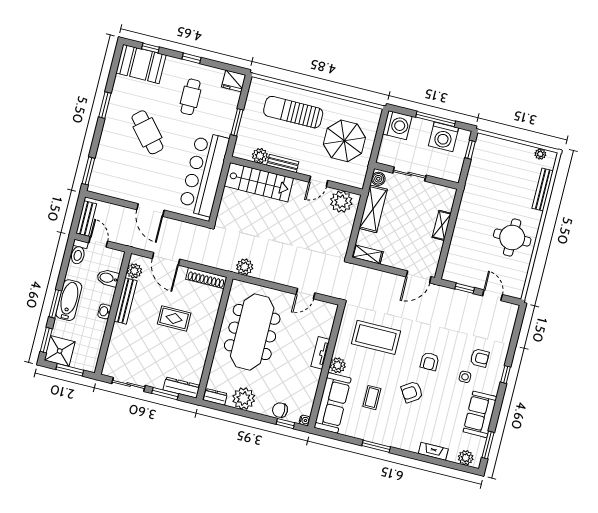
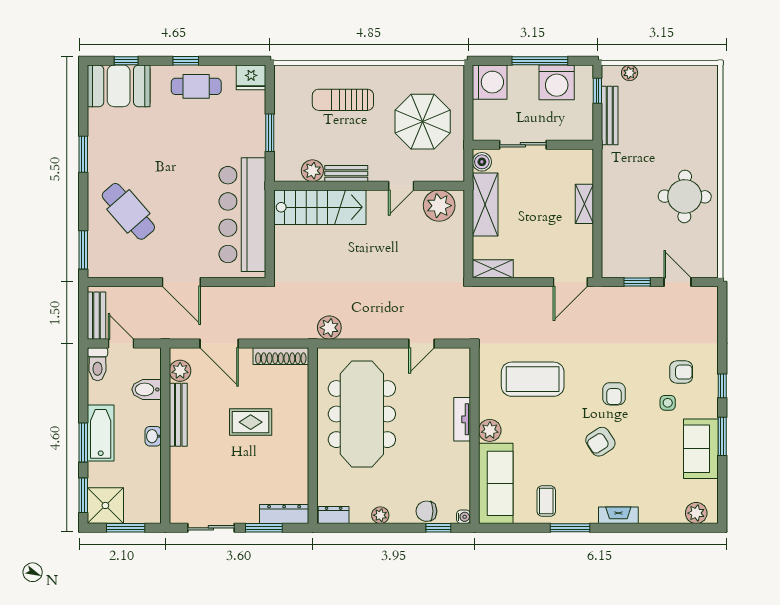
cafe table: (191, 97) -> (196, 86), moved, turned 90
sun lounger: (293, 112) -> (343, 100), width x0.73, depth x0.75
cafe table: (147, 132) -> (128, 211), moved
plant: (540, 154) -> (630, 73), moved
bench: (543, 190) -> (610, 115), moved
coffee table: (372, 398) -> (546, 501), moved
plant: (244, 399) -> (380, 515), width x0.53, depth x0.53
window: (488, 445) -> (722, 436), moved
fireplace: (433, 451) -> (618, 515), moved

